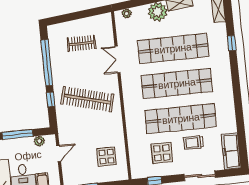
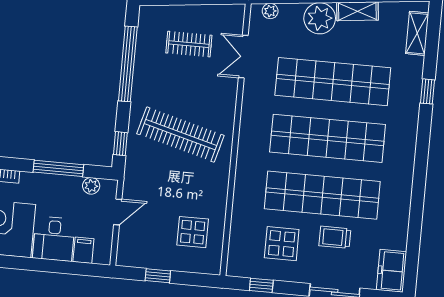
double door: (117, 59) -> (243, 57), moved
window: (51, 100) -> (120, 144), moved
freezer: (231, 151) -> (391, 271), width x0.71

